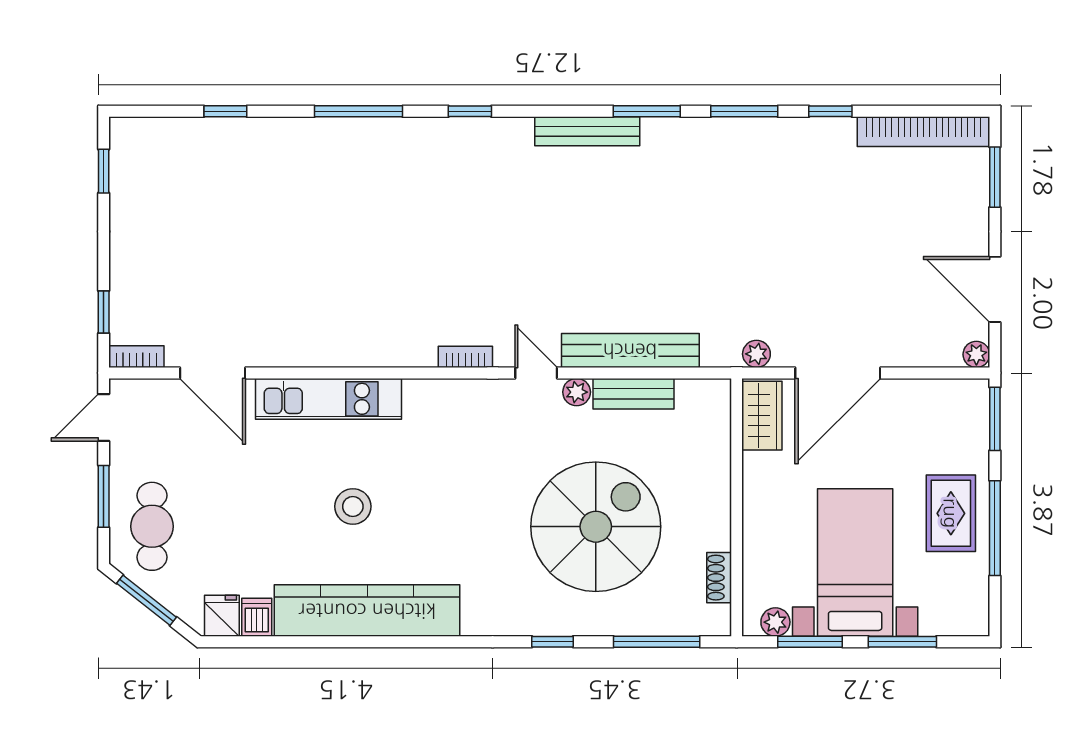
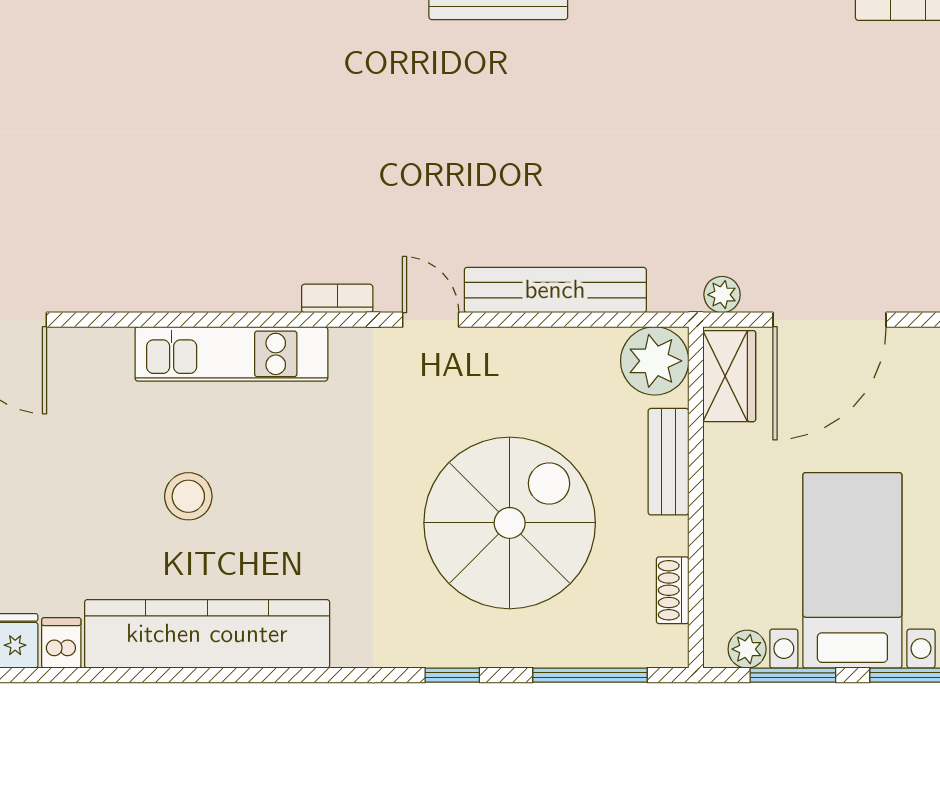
plant: (577, 392) -> (655, 361), moved, width x1.88, depth x1.88
bench: (633, 394) -> (668, 462), moved, turned 90
kitchen unit: (328, 399) -> (231, 354), moved

